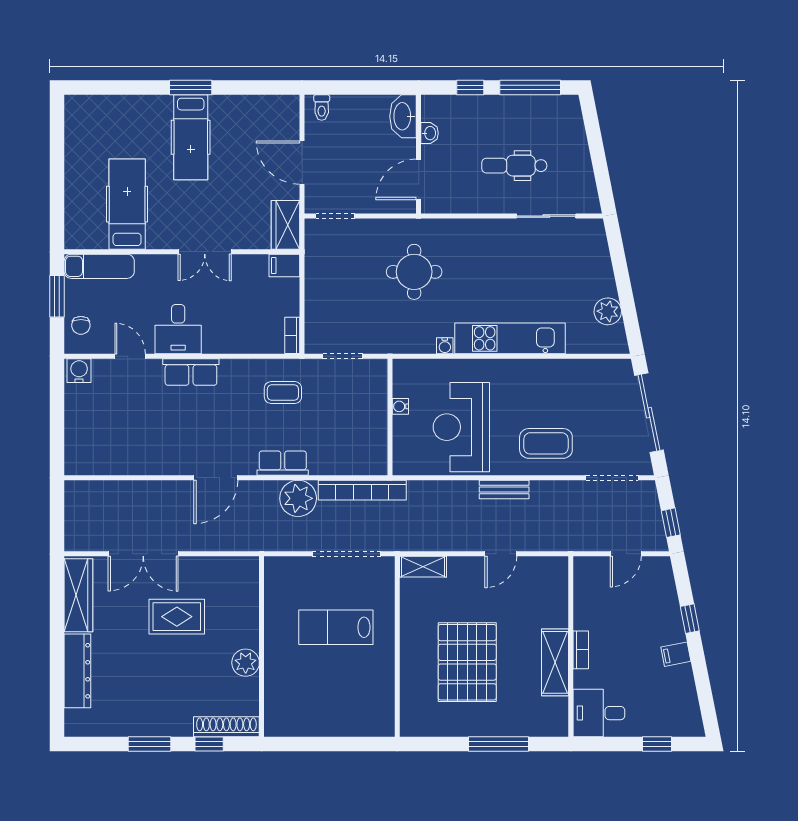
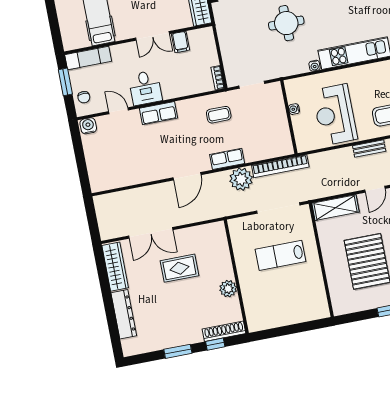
filing cabinet: (284, 266) -> (180, 42), moved, turned -90
shelving: (423, 567) -> (335, 208), width x1.50, depth x1.33

